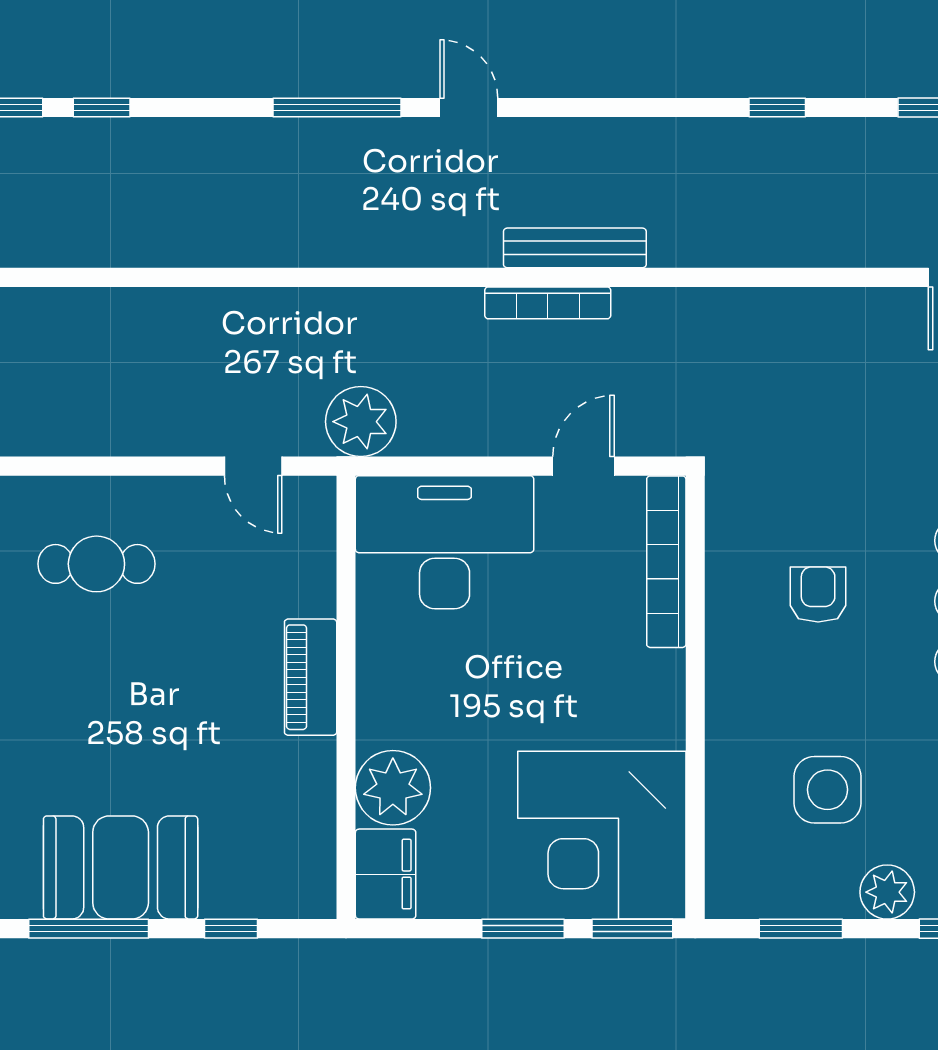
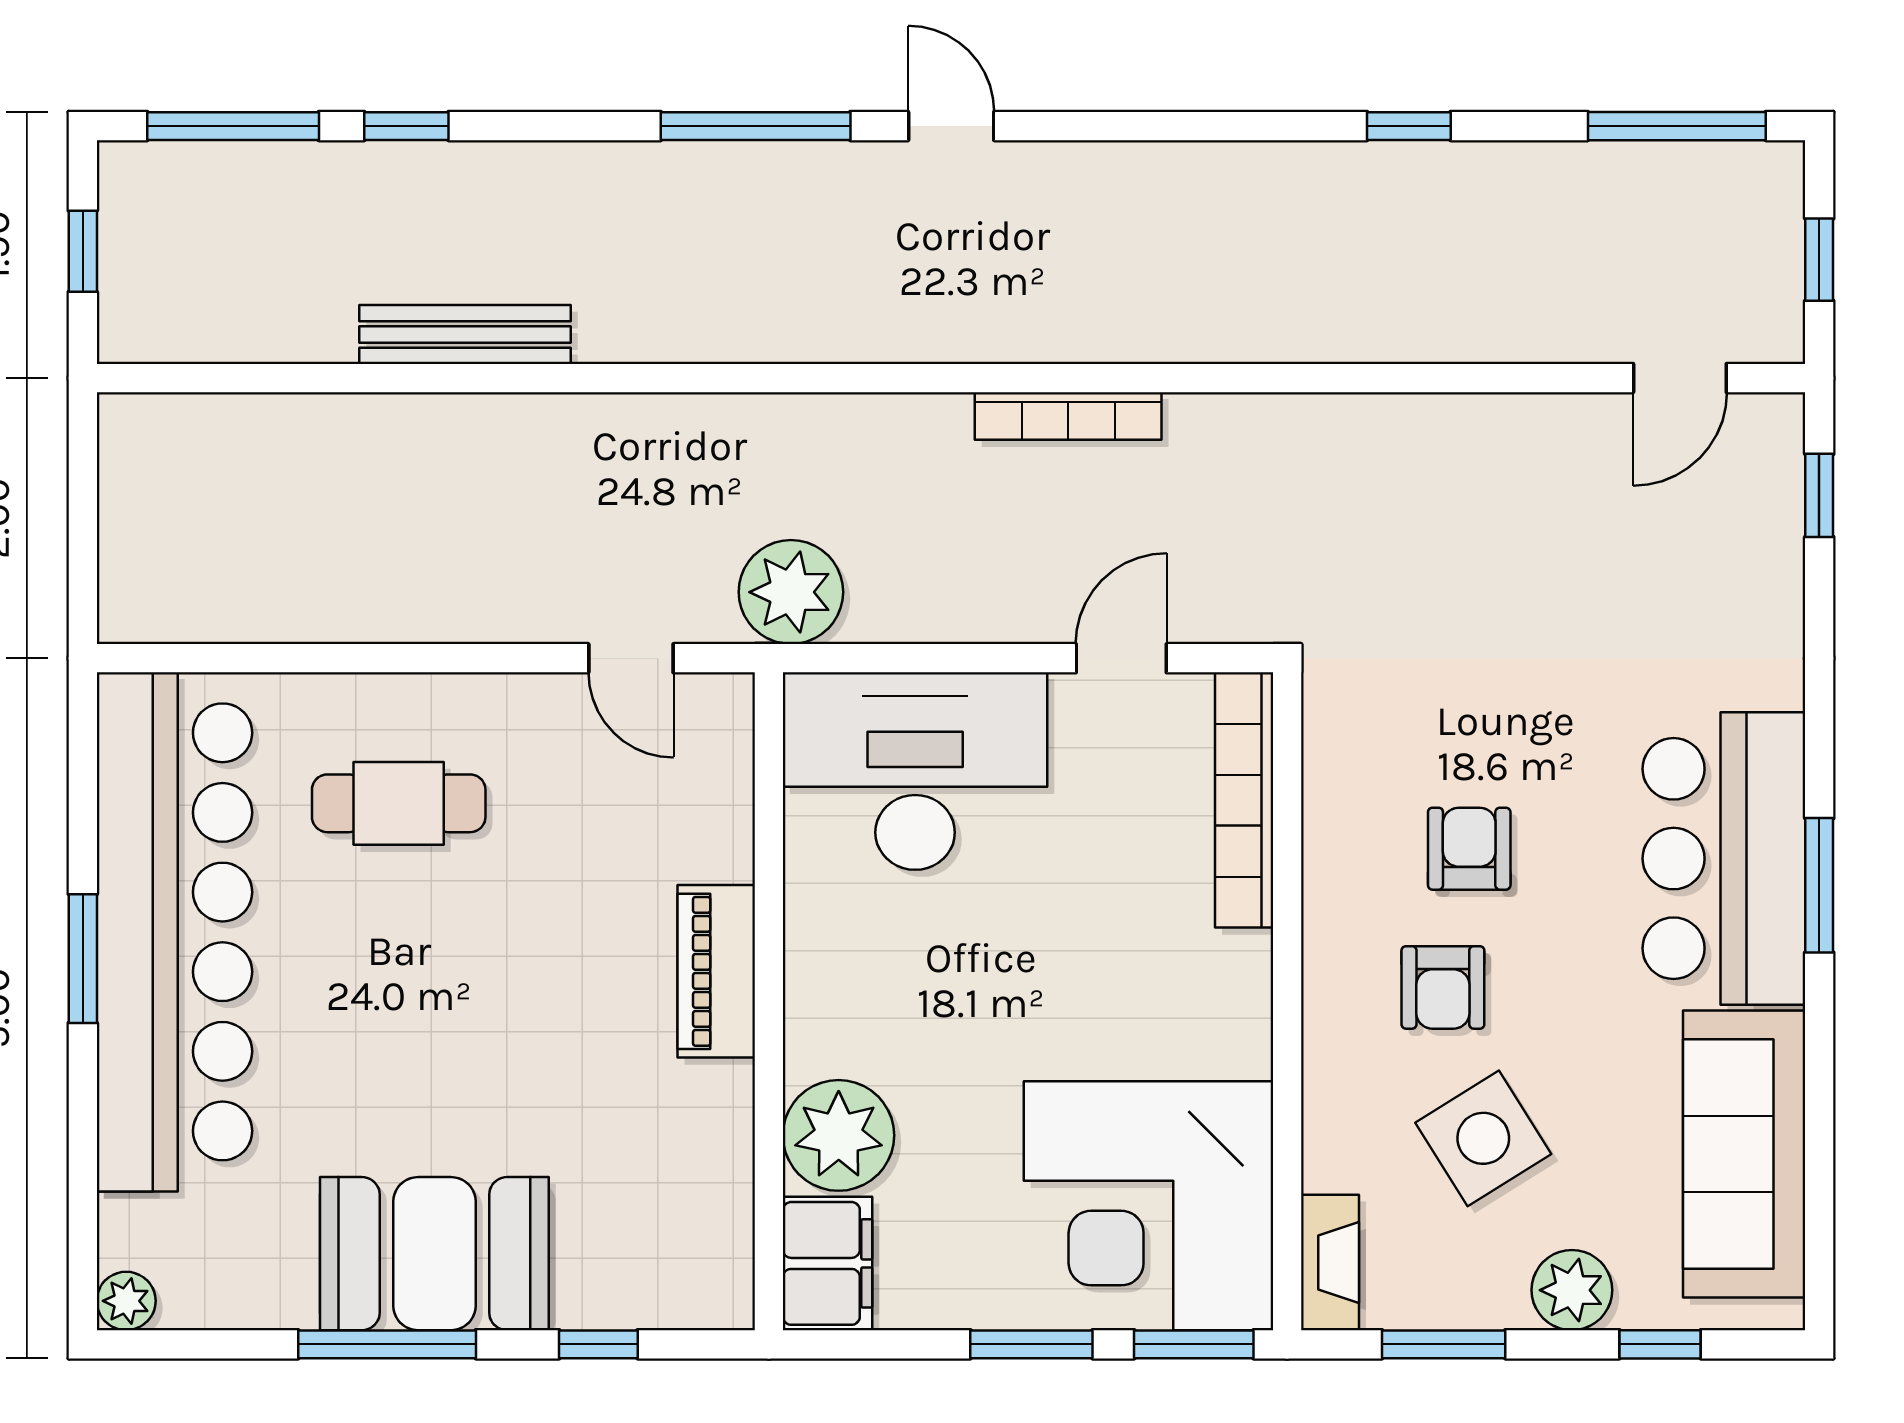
bench: (575, 248) -> (465, 335), moved
armchair: (800, 688) -> (1443, 987), added
side table: (827, 790) -> (1483, 1138), turned -32
fireplace: (724, 873) -> (1330, 1263), added

